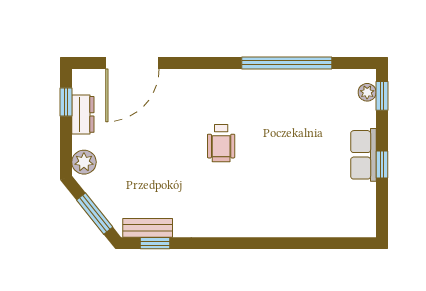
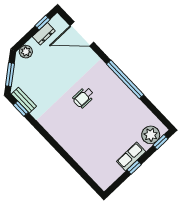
window: (287, 63) -> (125, 79), moved
plant: (367, 92) -> (151, 135), width x1.88, depth x1.88

